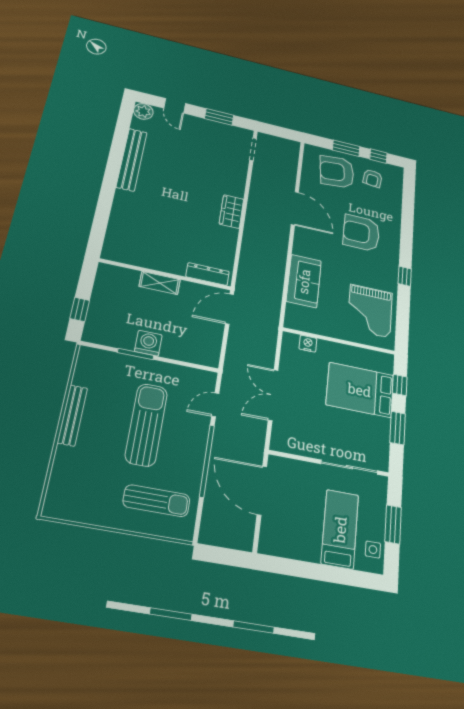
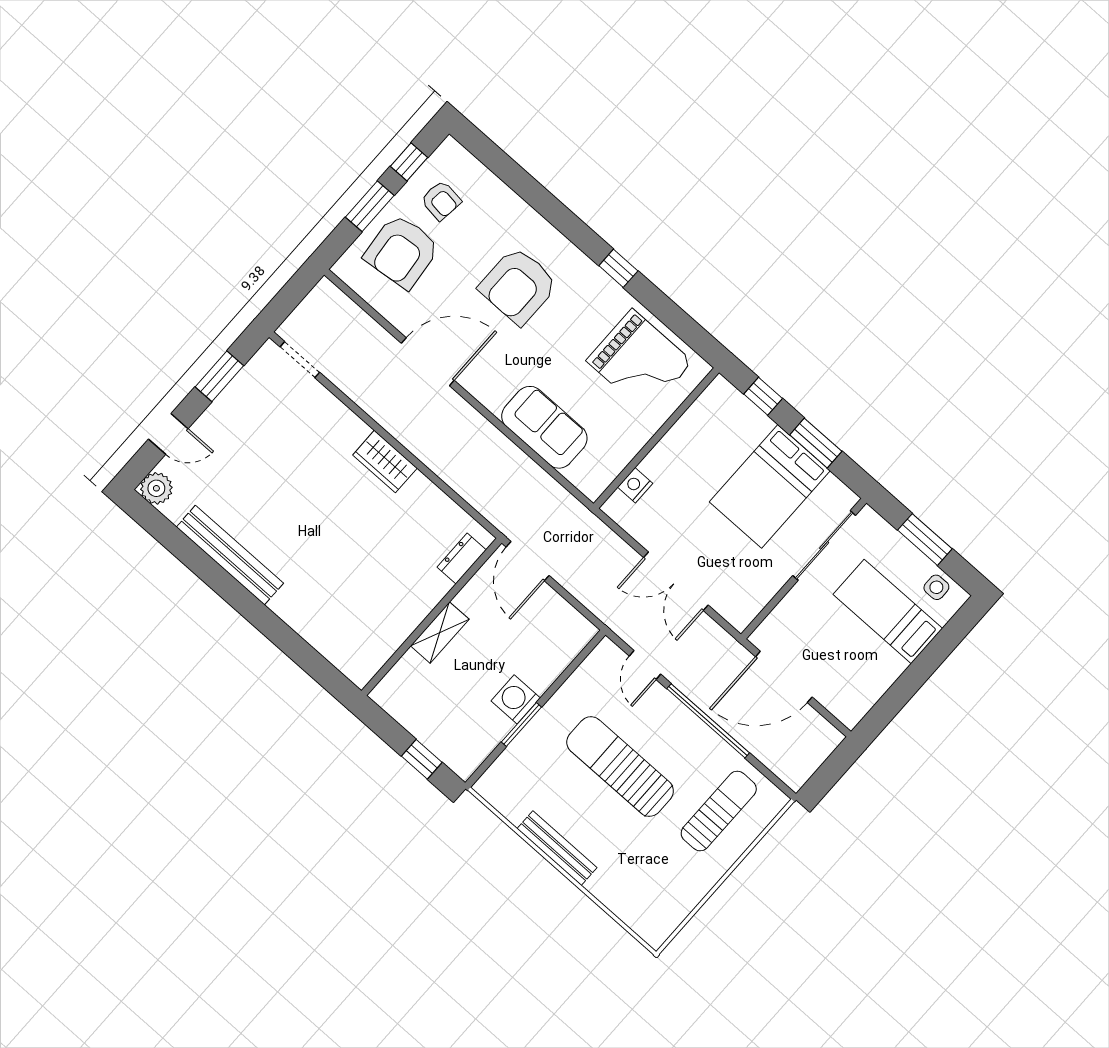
dresser: (208, 274) -> (462, 558), width x0.70
bed: (360, 390) -> (770, 486), moved

